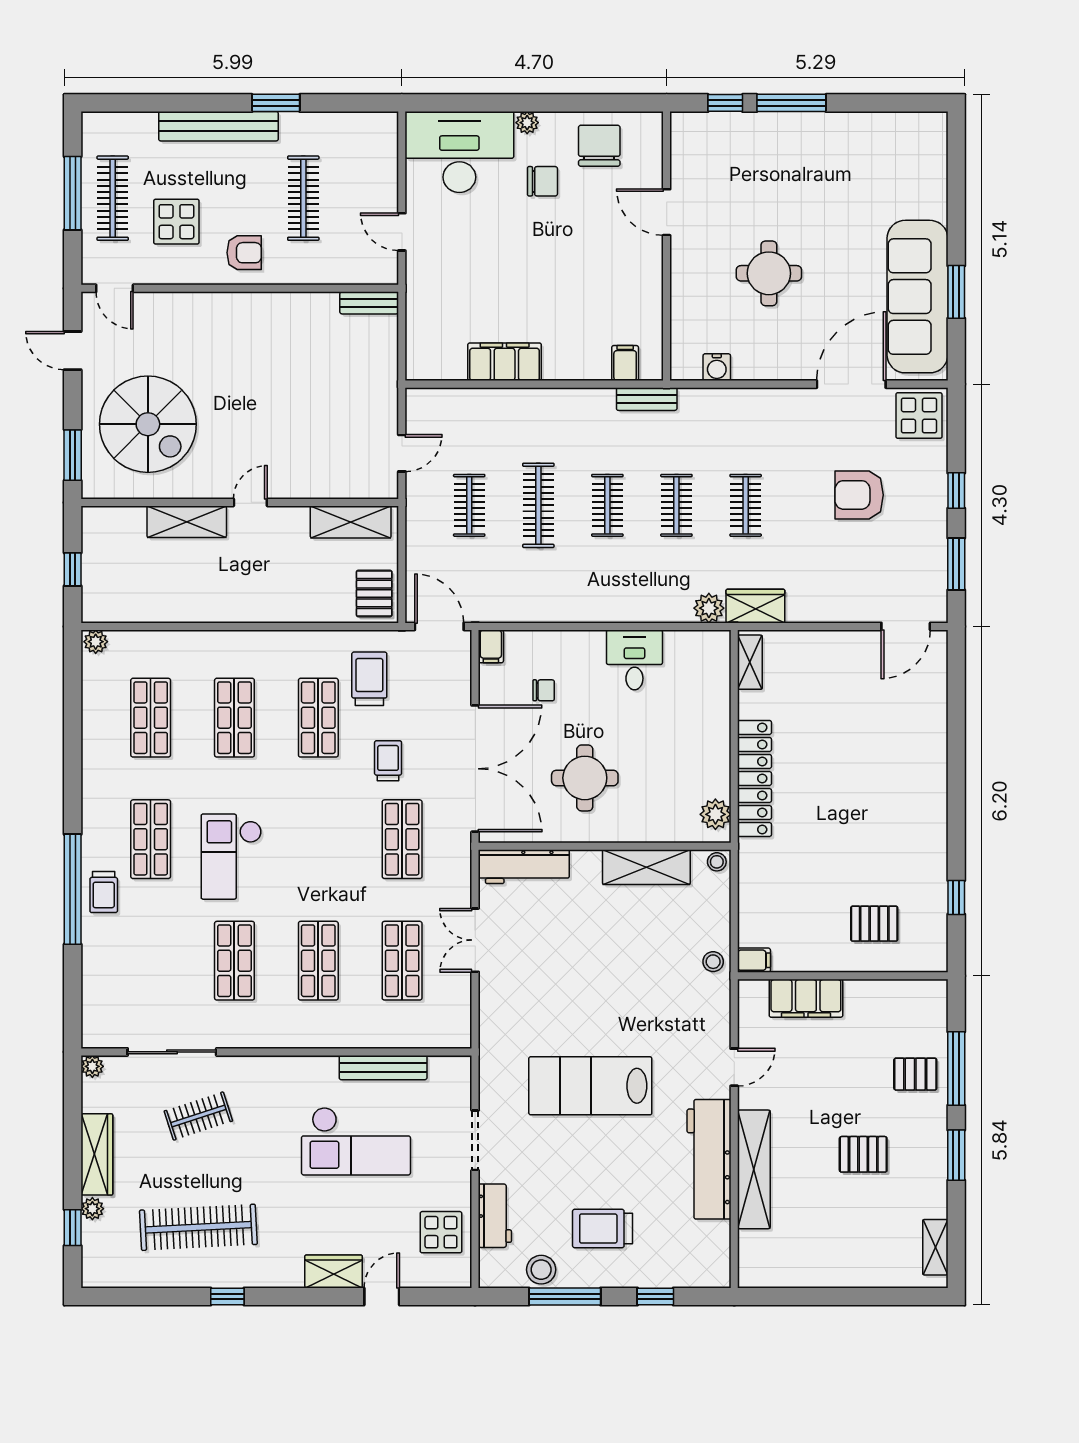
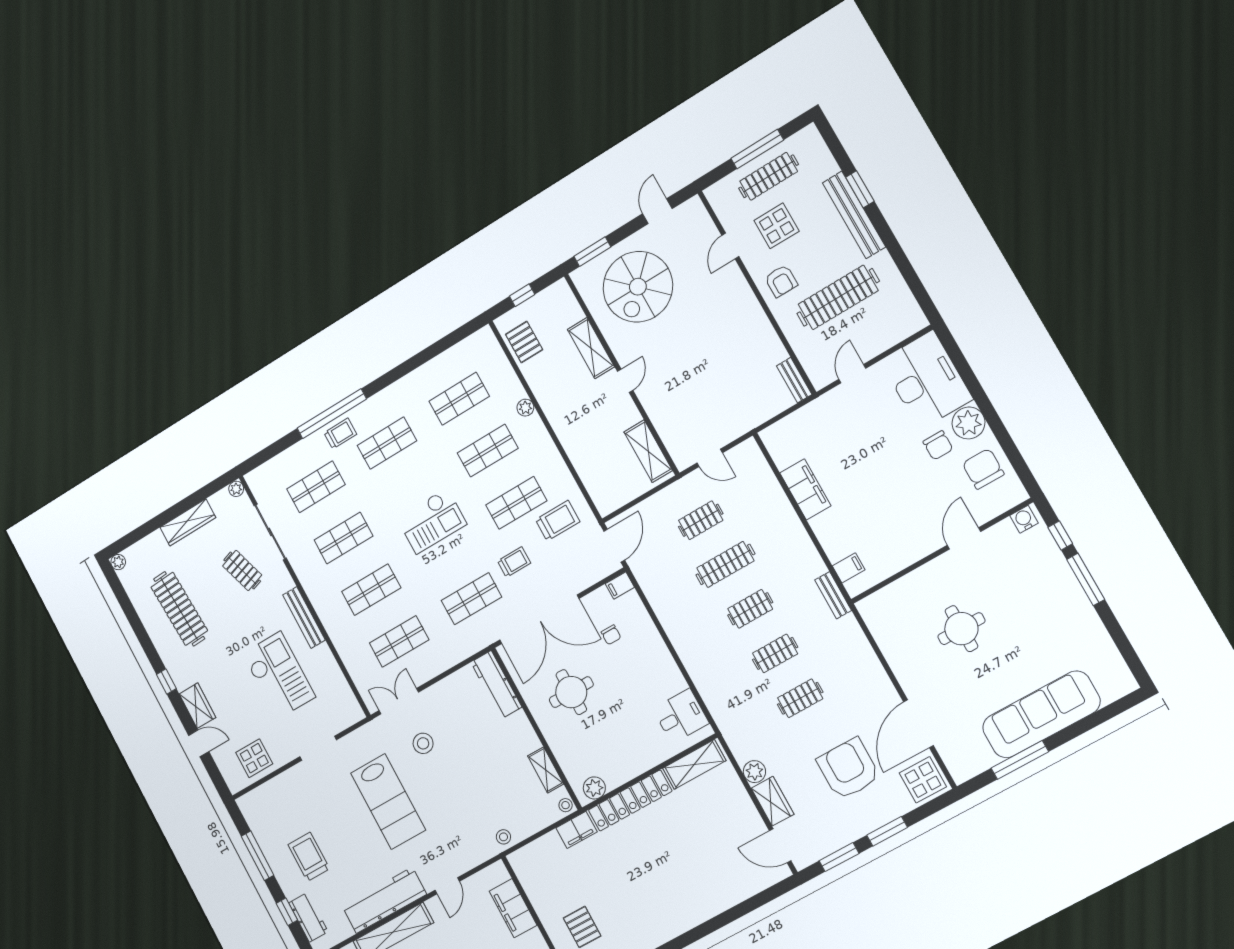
window: (276, 103) -> (860, 189), moved
plant: (527, 123) -> (968, 423), width x1.88, depth x1.88
chair: (599, 146) -> (983, 469), turned -90
clothes rail: (303, 198) -> (838, 297), width x1.37, depth x1.31
door: (115, 288) -> (730, 246), moved
window: (956, 292) -> (1020, 760), width x1.44
sofa: (917, 297) -> (1041, 715), moved
water cooler: (717, 367) -> (1024, 519), moved, turned 90
door: (851, 384) -> (918, 724), swing flipped
window: (956, 491) -> (887, 831), width x1.50
armchair: (859, 495) -> (848, 769), width x1.36, depth x1.36
door: (250, 502) -> (625, 381), hinge flipped
pallet: (374, 593) -> (524, 342), moved, turned 90
wardrobe: (755, 606) -> (773, 801), moved
plant: (709, 608) -> (754, 772), moved
plant: (96, 642) -> (525, 408), moved
desk: (634, 660) -> (681, 716), moved
shelving: (750, 662) -> (694, 764), width x1.50, depth x1.33
checkout: (231, 857) -> (432, 521), moved, turned 180
shelving: (646, 867) -> (546, 770), width x0.67, depth x0.75
trolley: (104, 892) -> (340, 434), turned 180
double door: (475, 940) -> (399, 701), moved
filing cabinet: (754, 960) -> (577, 830), moved, width x2.00
shop shelf: (151, 961) -> (316, 487), added
door: (734, 1067) -> (447, 886), hinge flipped
bench: (383, 1068) -> (304, 618), moved
lab bench: (590, 1086) -> (388, 801), turned 180
checkout: (356, 1141) -> (279, 675), turned 180
plant: (92, 1209) -> (118, 562), moved
workbench: (495, 1216) -> (308, 917), moved, turned -90
window: (73, 1228) -> (139, 533), removed
stool: (541, 1270) -> (423, 743), moved
window: (227, 1296) -> (166, 682), moved

